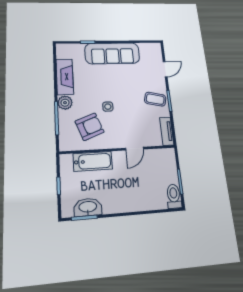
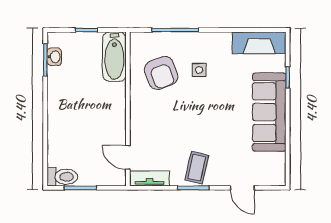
fireplace: (65, 77) -> (259, 43), moved
plant: (65, 103) -> (196, 42), removed
side table: (108, 107) -> (199, 70), moved
door: (134, 149) -> (128, 157), moved
bathtub: (93, 161) -> (114, 57), moved
washbasin: (88, 207) -> (54, 57), width x0.52, depth x0.69

